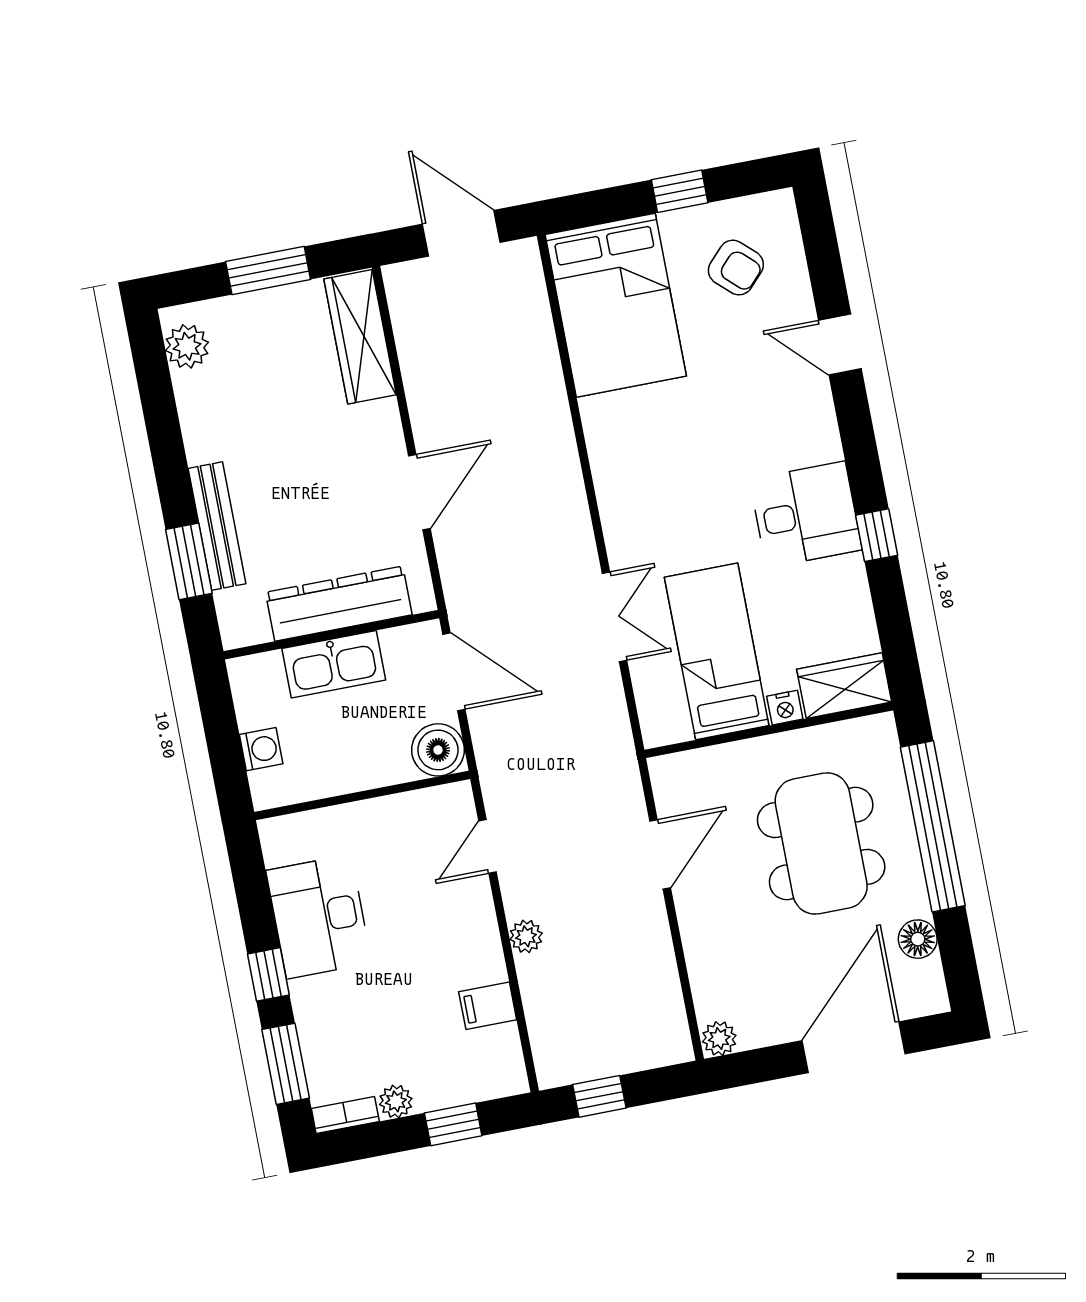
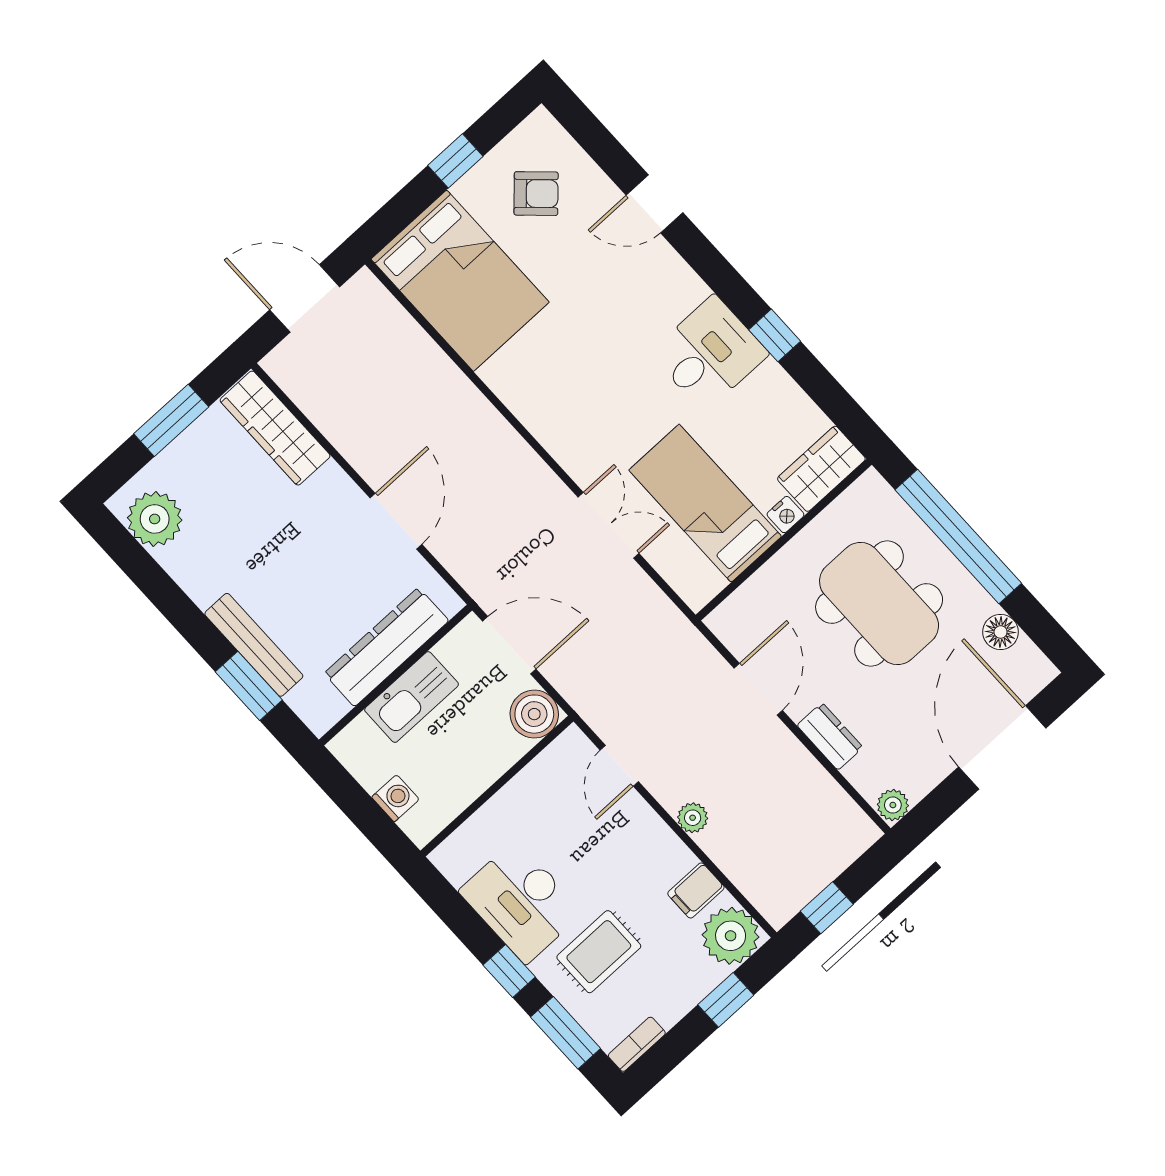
plant: (187, 346) -> (155, 519), width x1.36, depth x1.36
dresser: (700, 939) -> (830, 736), added
rug: (363, 1007) -> (599, 952), added
plant: (396, 1101) -> (731, 936), moved, width x1.88, depth x1.88

